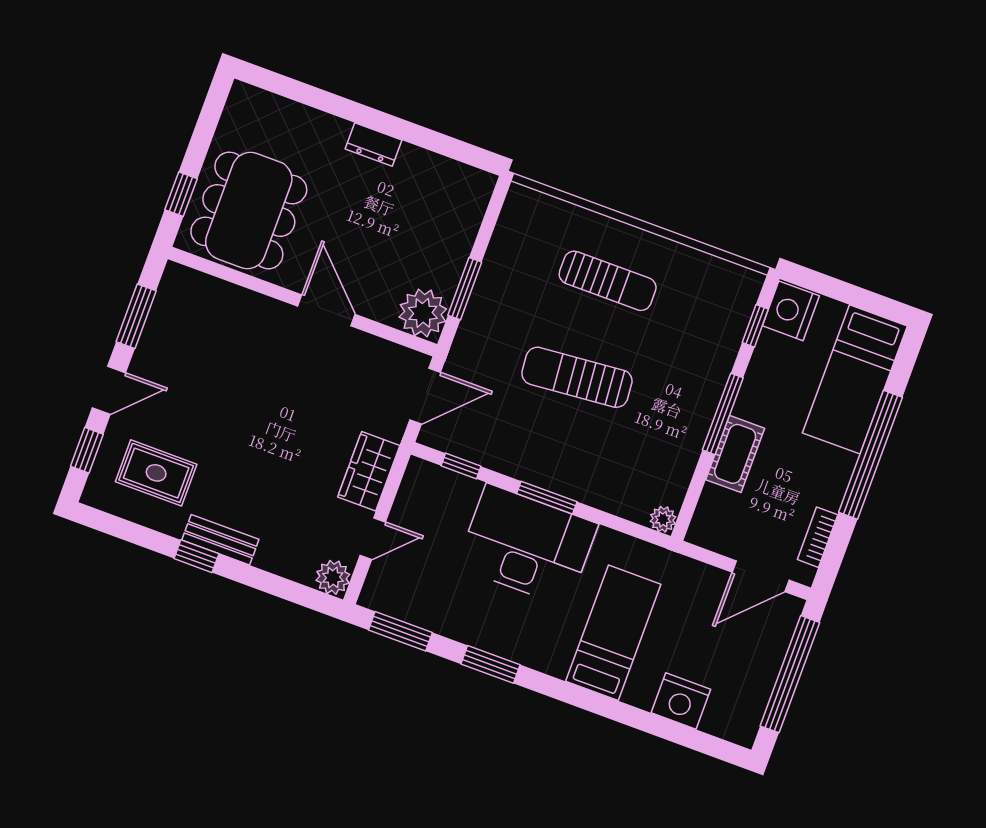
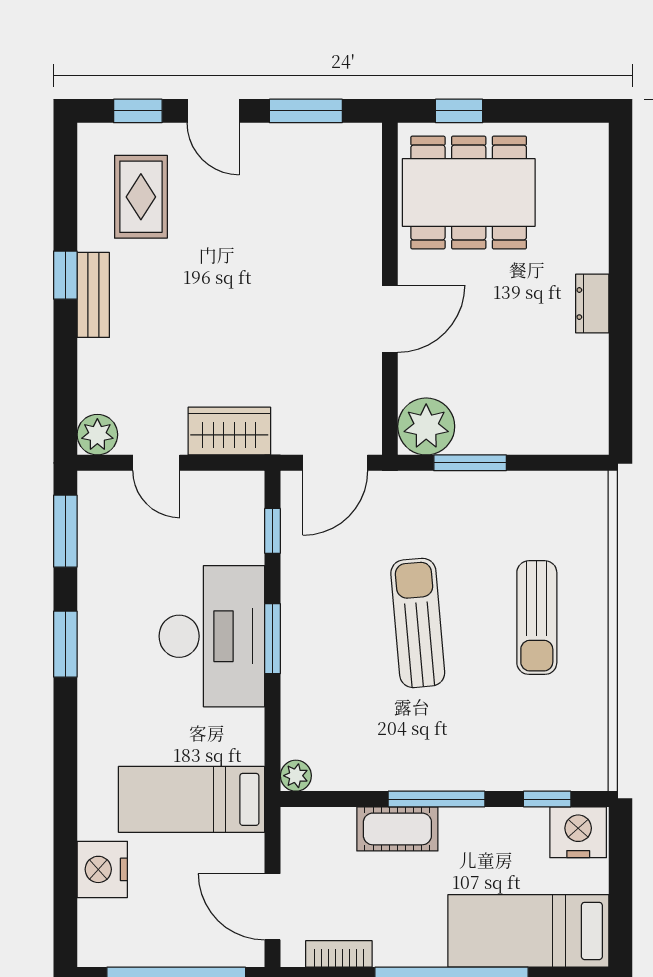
door: (425, 396) -> (335, 463), hinge flipped
bed: (613, 633) -> (192, 799), moved, turned 180

